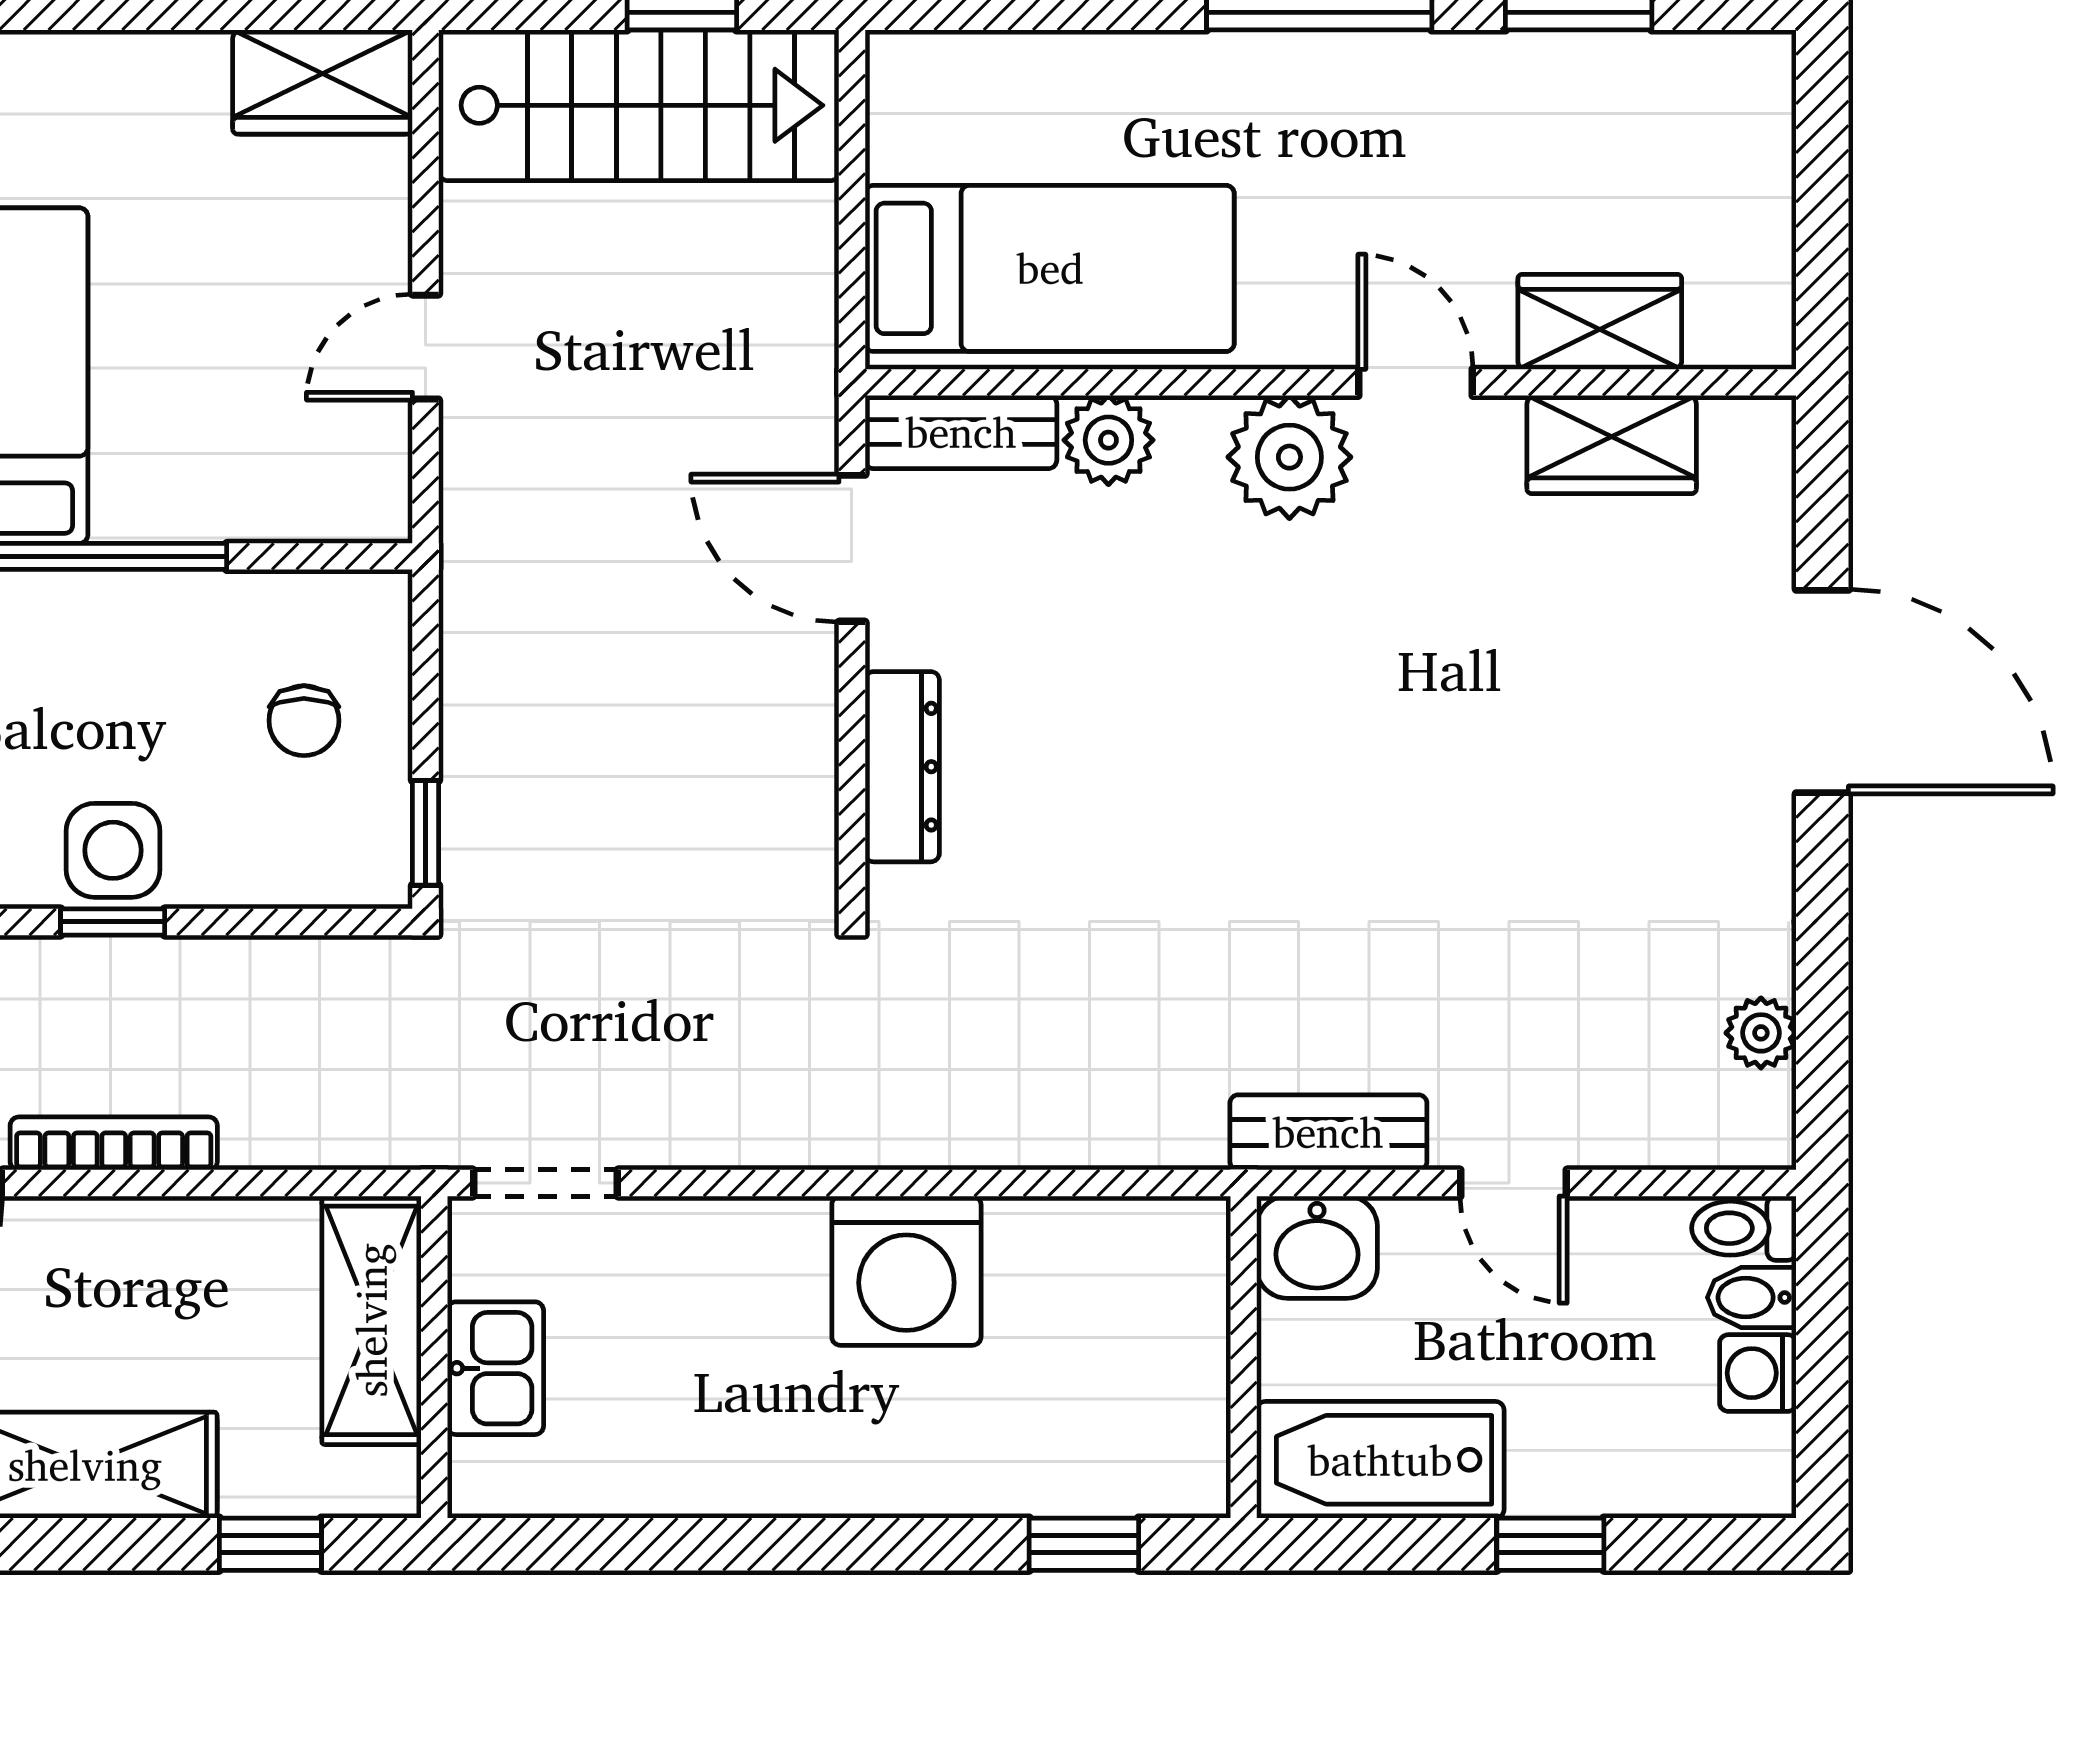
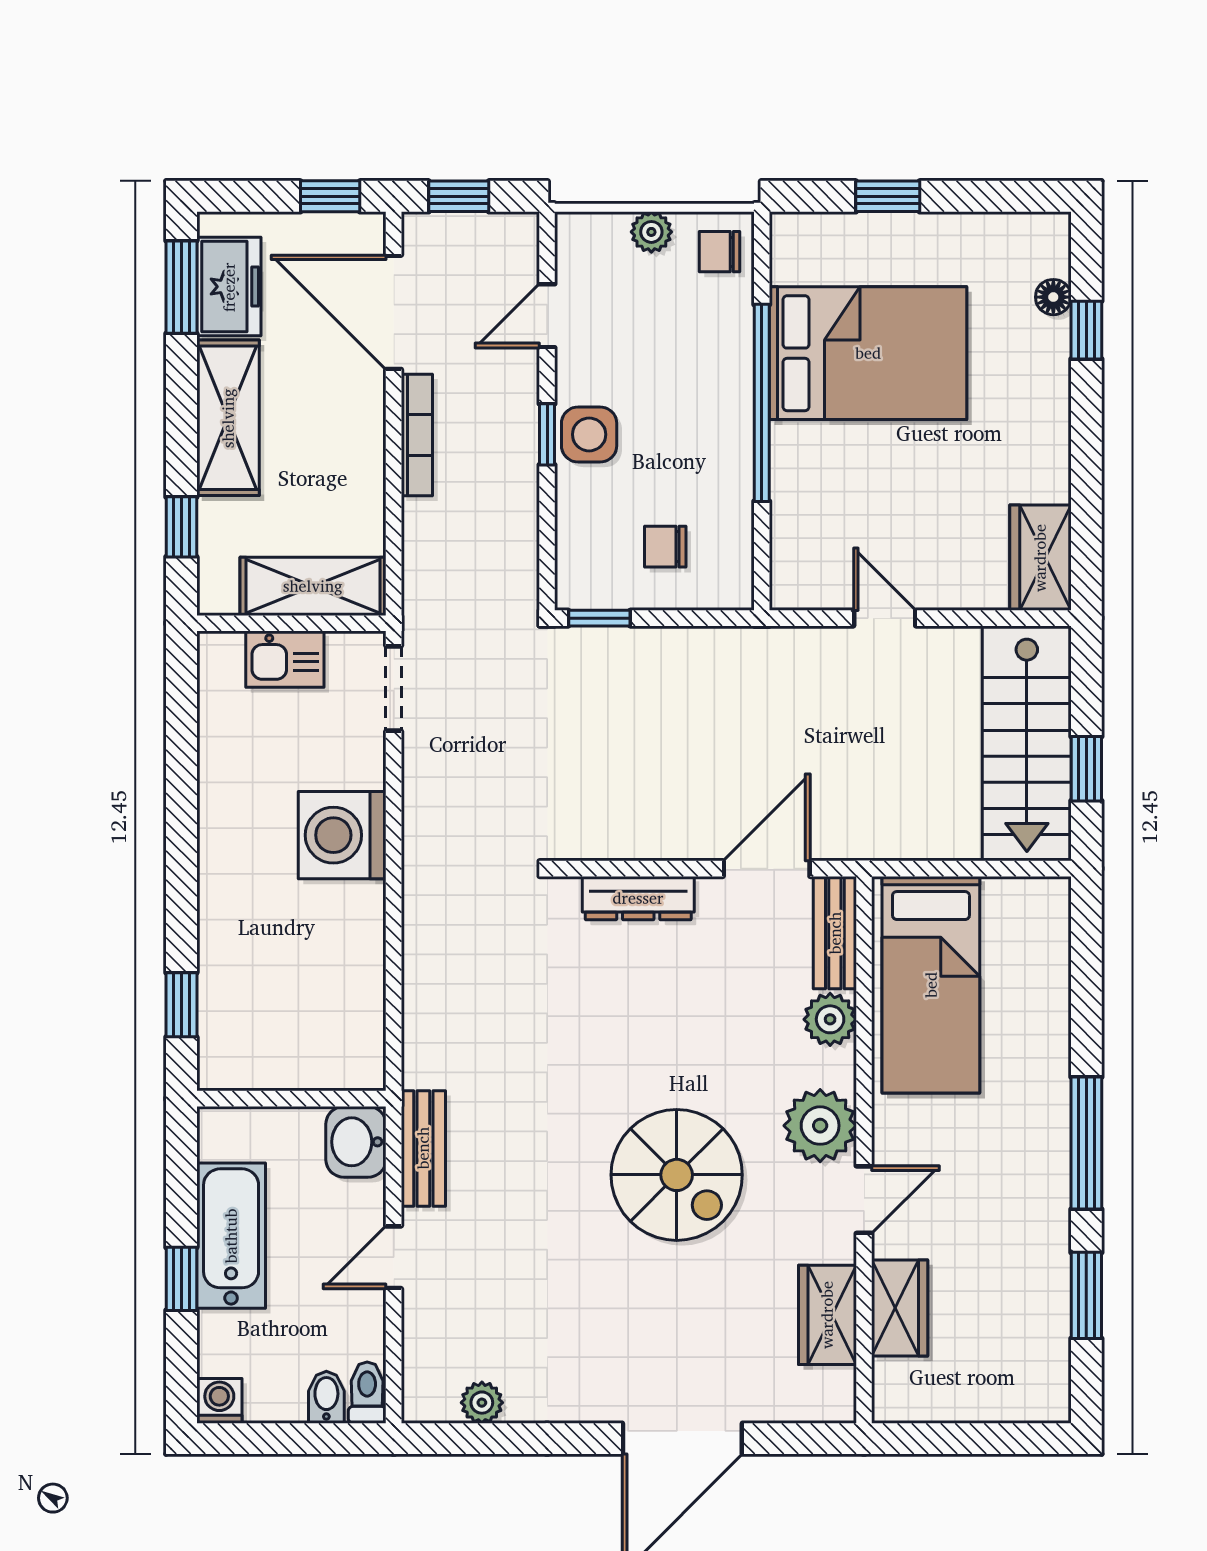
spiral stairs: (1373, 701) -> (677, 1175), added
washing machine: (906, 1271) -> (342, 835), moved
washing machine: (1758, 1373) -> (219, 1401), moved
bathtub: (1380, 1460) -> (231, 1236), moved

